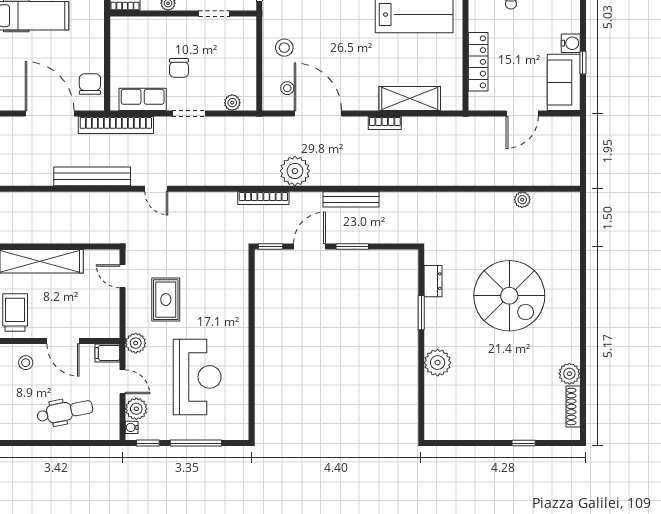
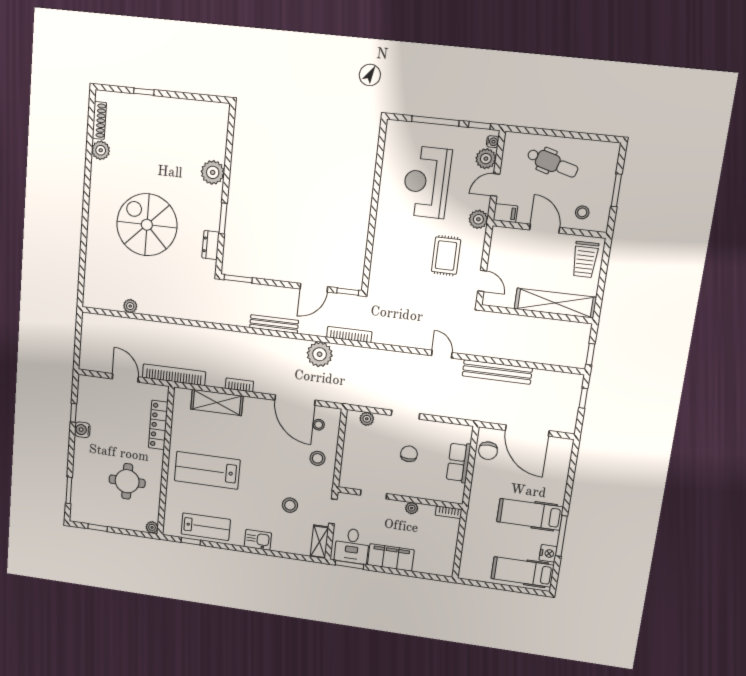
sofa: (564, 82) -> (90, 399), removed
row of seats: (143, 99) -> (459, 462), moved, turned 90
door: (522, 114) -> (125, 378), hinge flipped
bookcase: (116, 125) -> (174, 375), moved
window: (352, 247) -> (238, 279), moved
door: (123, 382) -> (495, 185), hinge flipped
dental chair: (65, 412) -> (552, 163), turned -153

